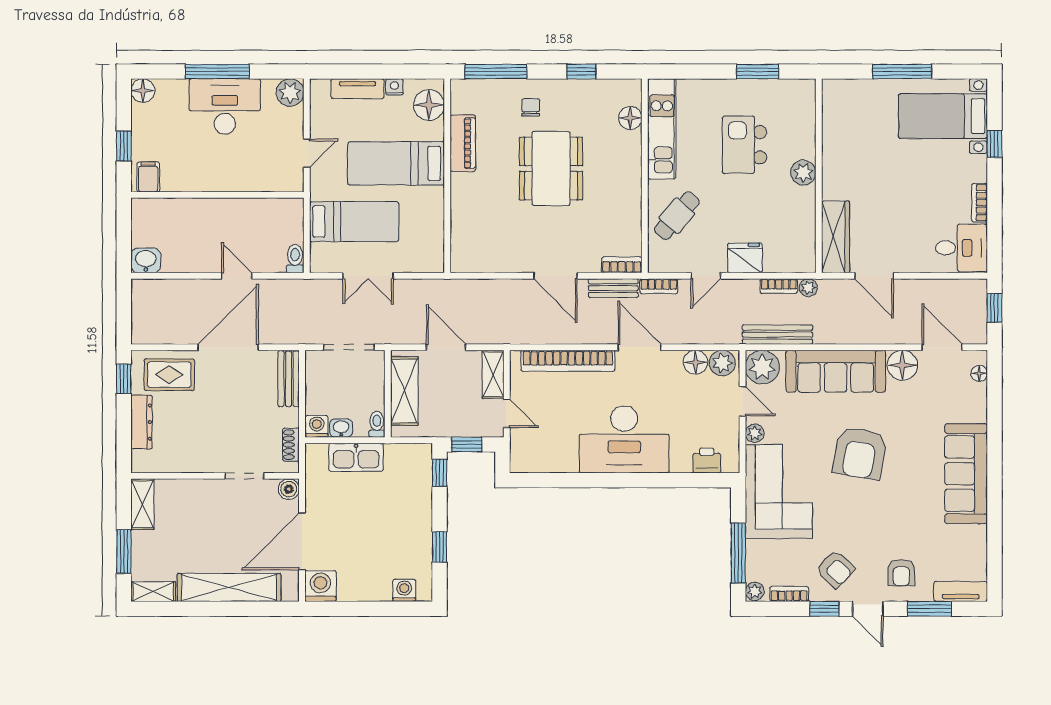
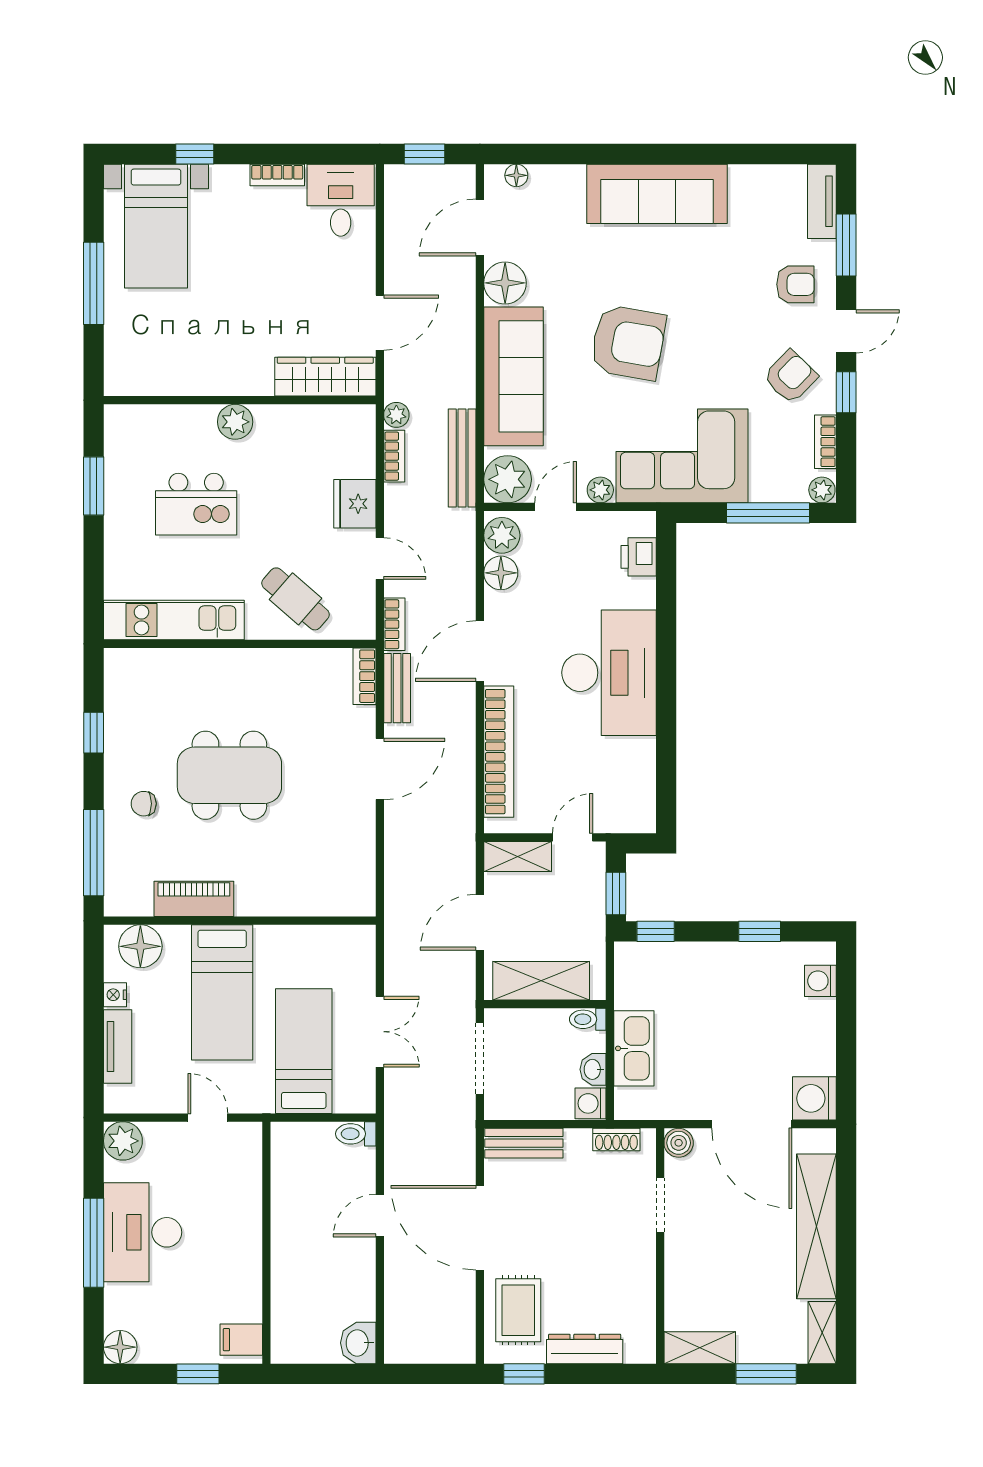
floor lamp: (630, 118) -> (159, 664), removed

